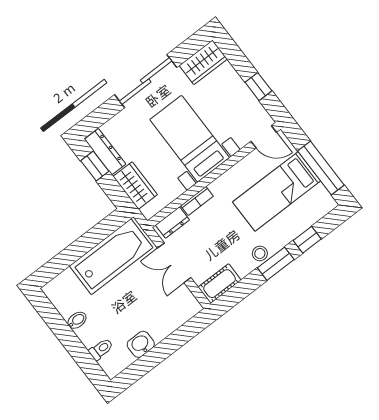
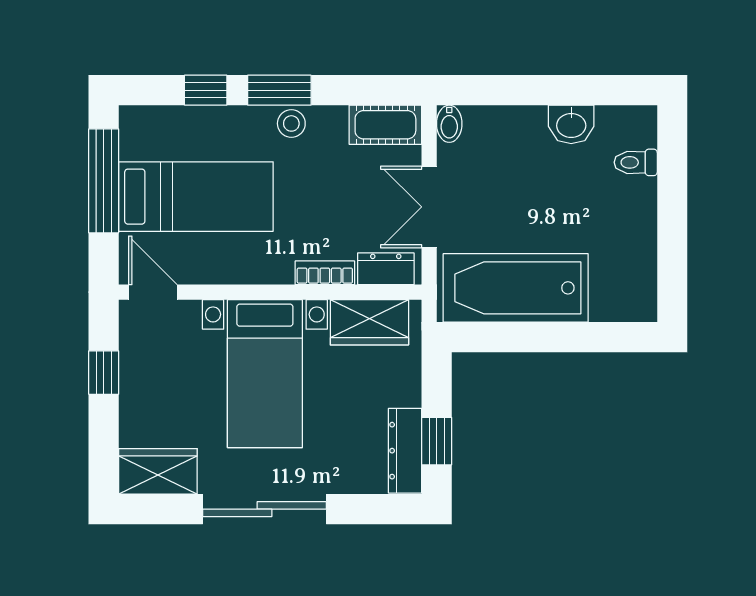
wardrobe: (135, 185) -> (369, 322), moved, turned -90
double door: (174, 263) -> (429, 207), swing flipped
bidet: (77, 320) -> (449, 124), moved, turned -90

